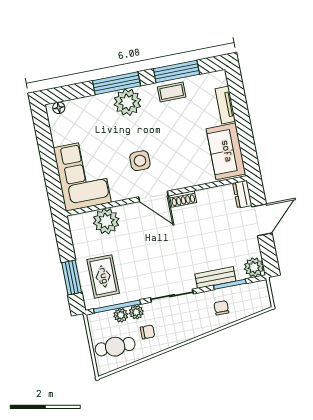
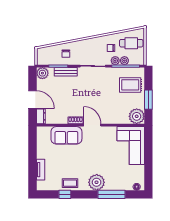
window: (176, 72) -> (65, 194), width x0.46
window: (117, 83) -> (111, 194), moved
sofa: (226, 151) -> (66, 135), moved, turned 90
side table: (140, 161) -> (96, 147), removed
door: (262, 220) -> (33, 99), swing flipped
plant: (106, 221) -> (137, 116), moved
rug: (103, 276) -> (130, 85), turned 90
window: (72, 277) -> (148, 100), moved

